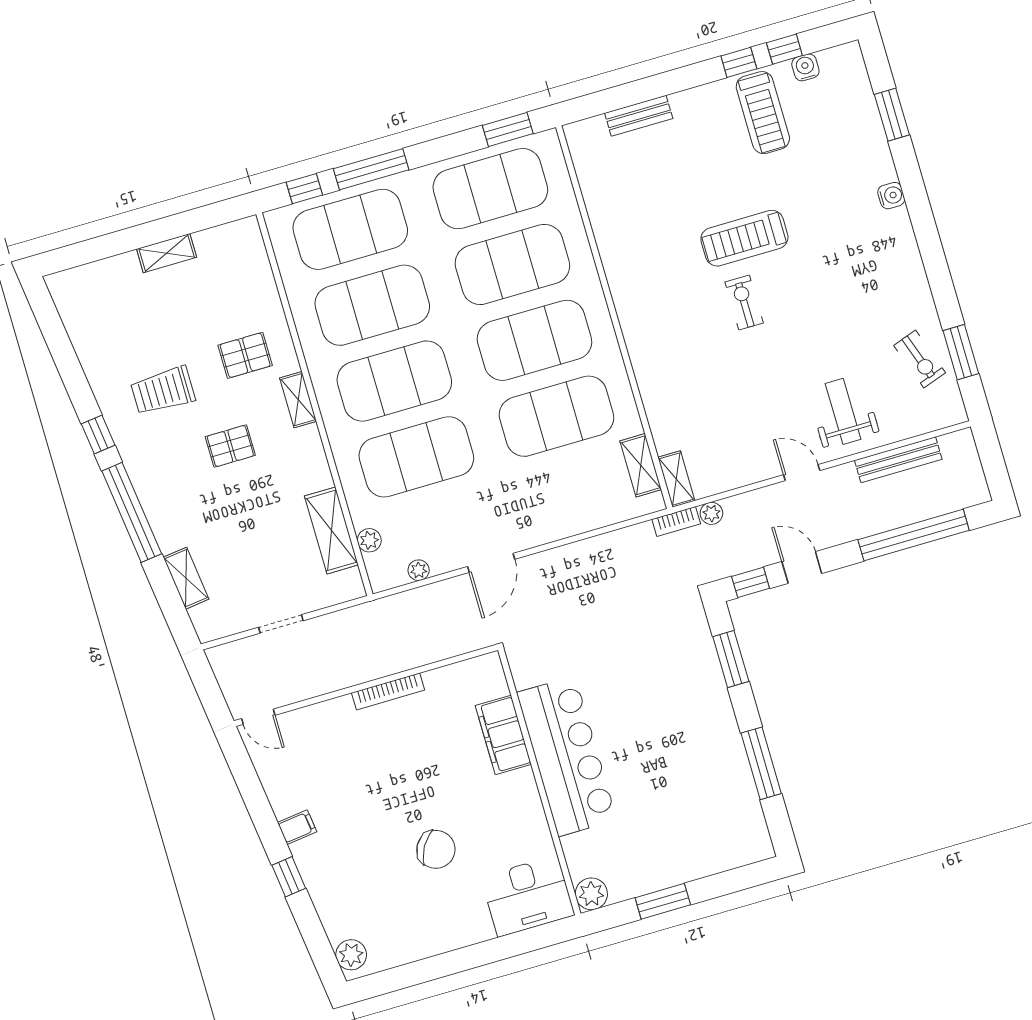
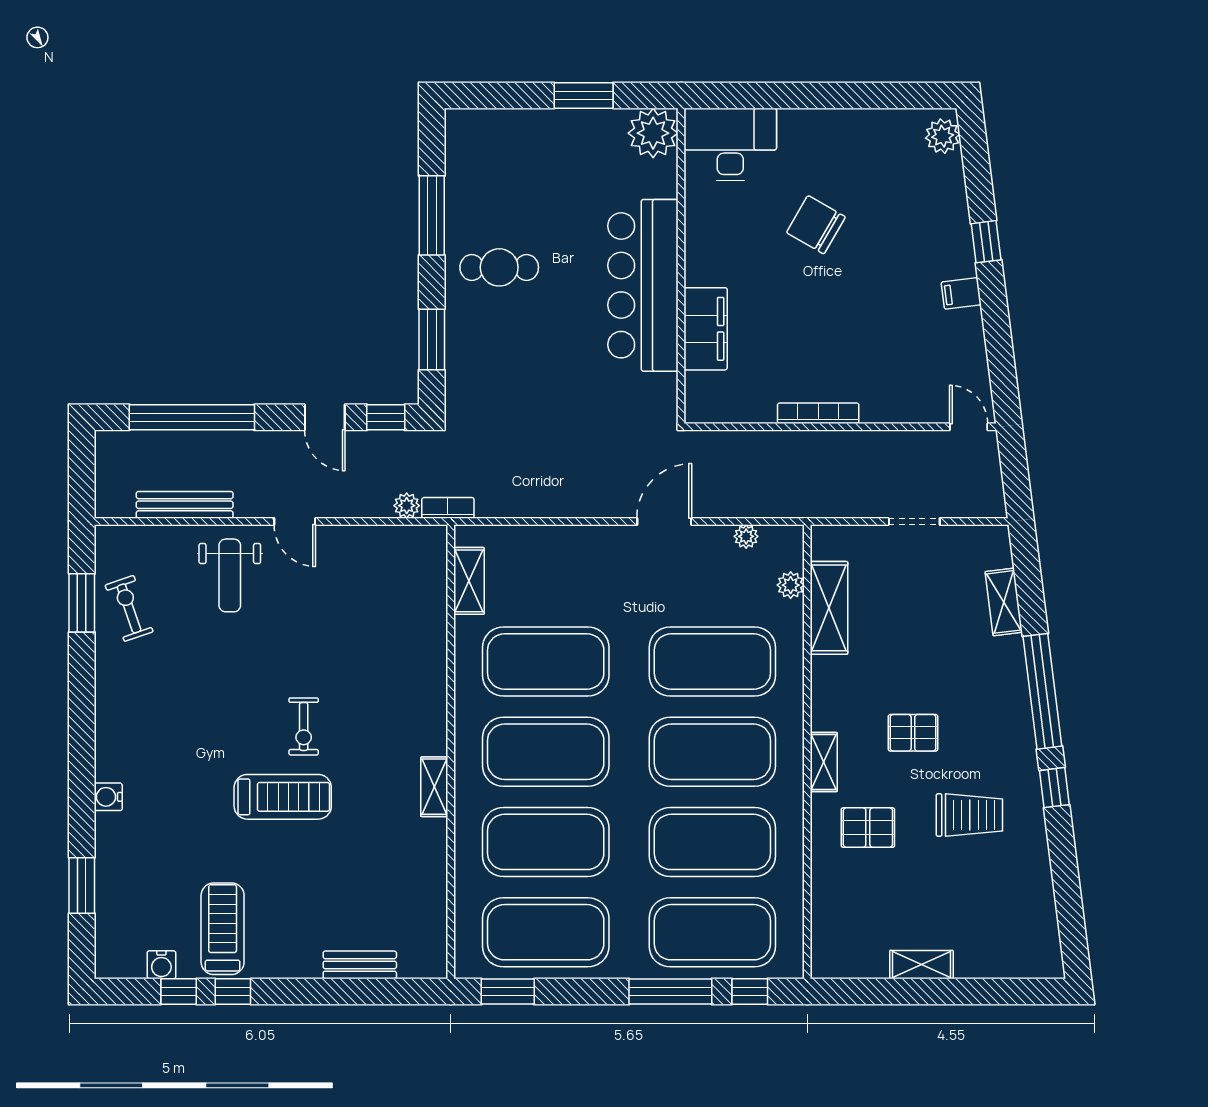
shelving: (676, 479) -> (434, 787), moved
cafe table: (692, 736) -> (499, 267), added
plant: (591, 894) -> (653, 133), width x1.36, depth x1.36

